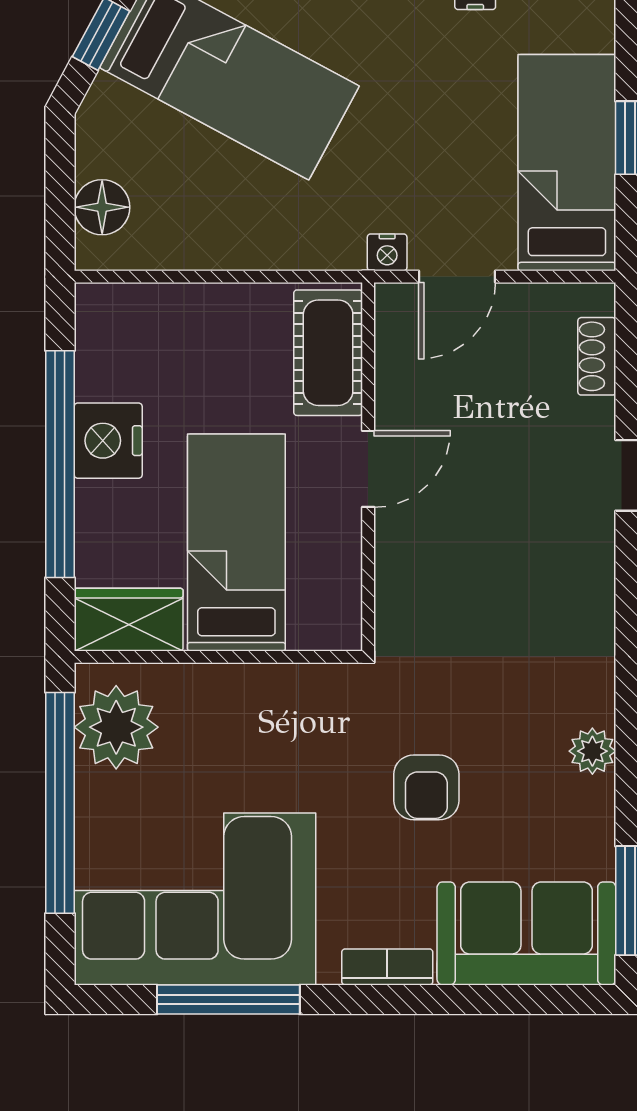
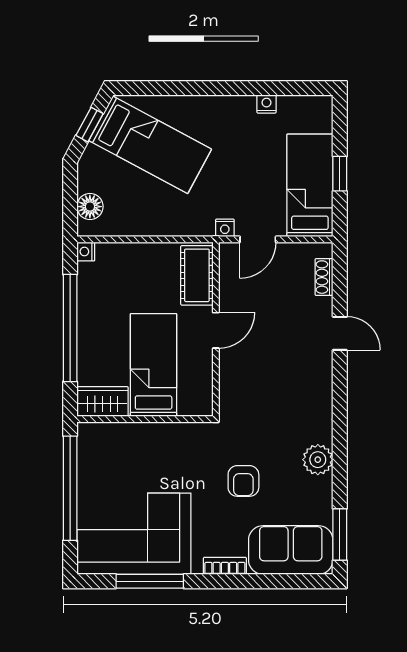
nightstand: (108, 441) -> (86, 252), moved, width x0.53, depth x0.56
plant: (116, 727) -> (97, 452), removed
plant: (592, 751) -> (318, 460), width x1.38, depth x1.38

